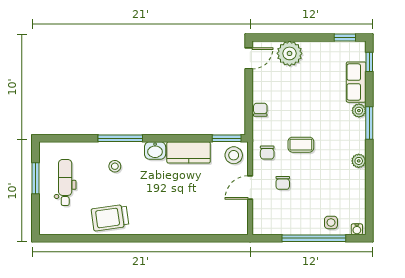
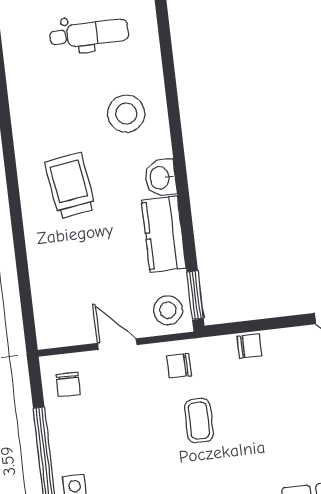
window: (120, 138) -> (174, 117), removed
stool: (115, 166) -> (126, 114), width x1.89, depth x1.89
chair: (283, 183) -> (68, 384), moved, turned -89
trolley: (110, 218) -> (70, 185), moved

